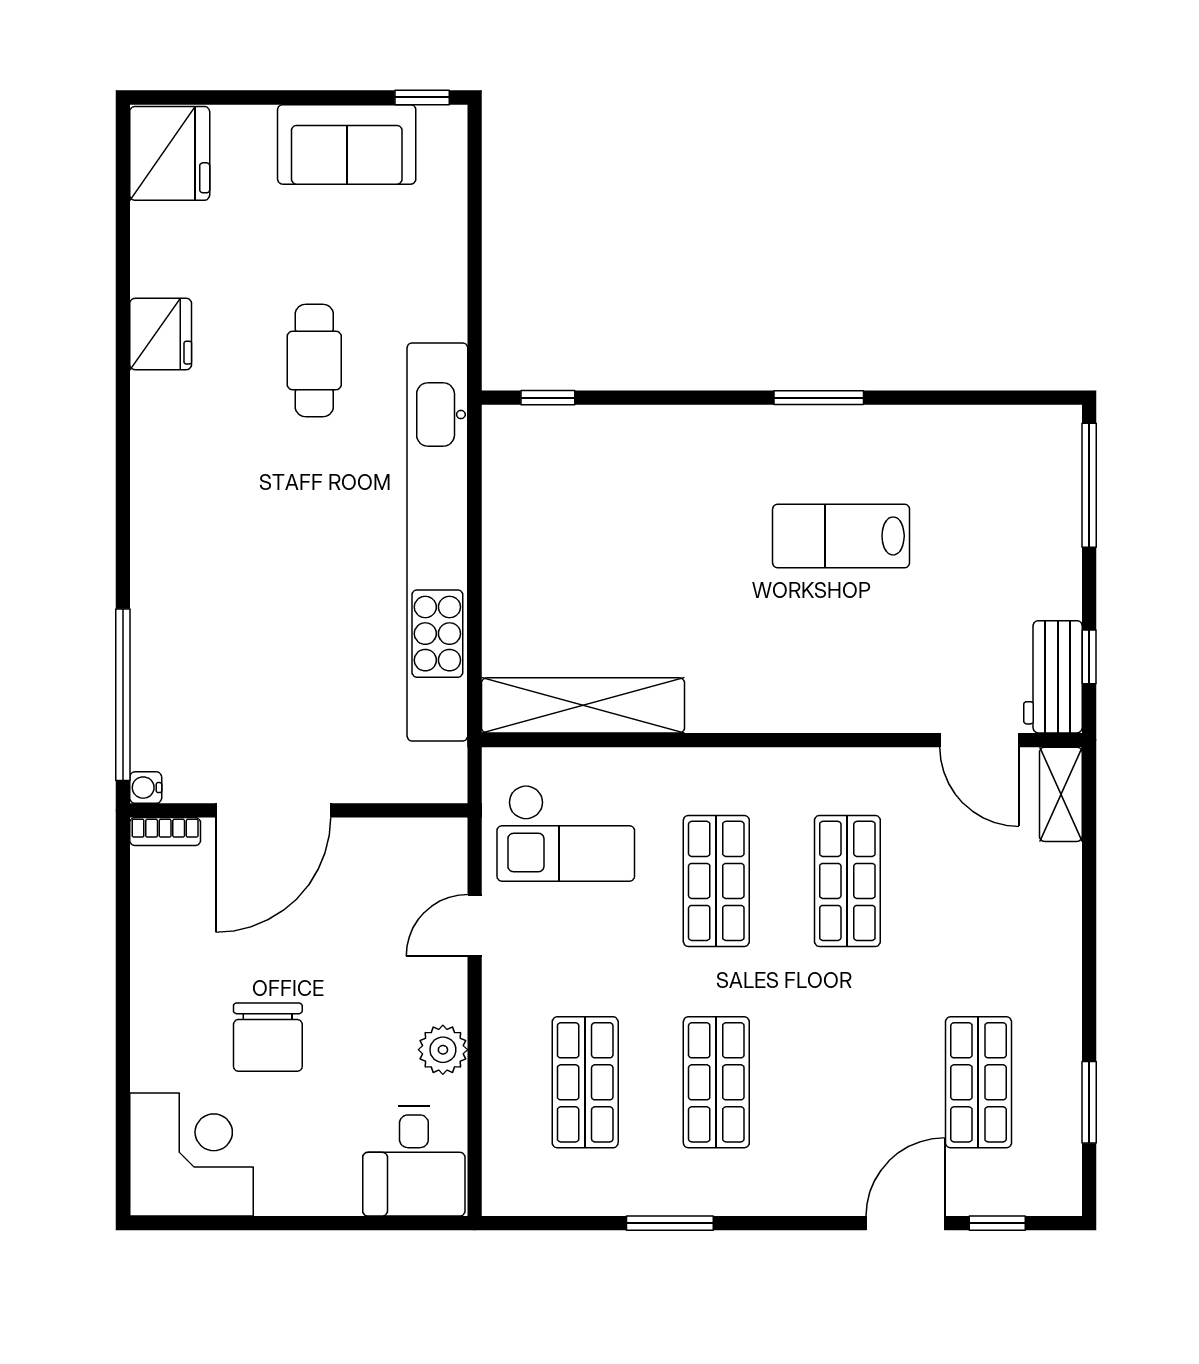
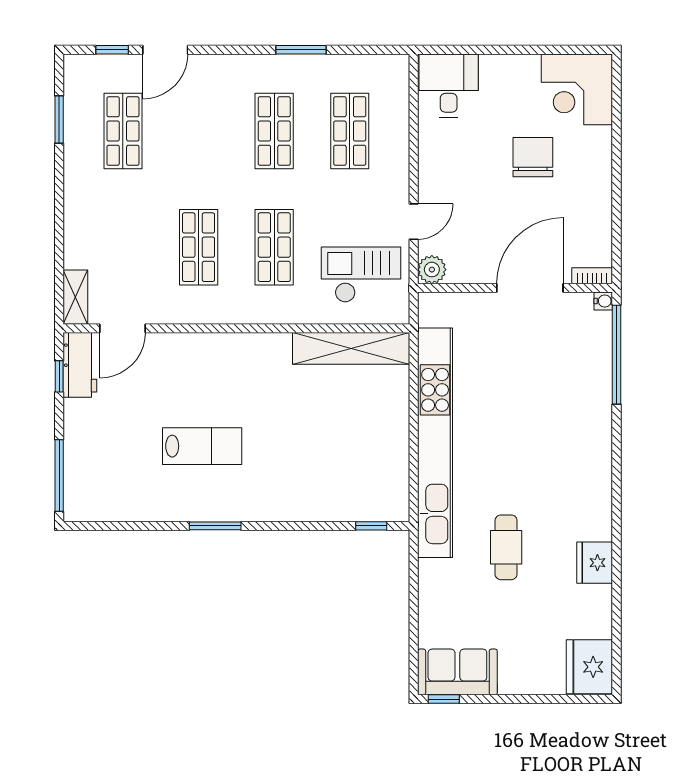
sofa: (347, 144) -> (457, 672), moved
door: (979, 740) -> (122, 328), swing flipped
plant: (443, 1050) -> (432, 270), moved

